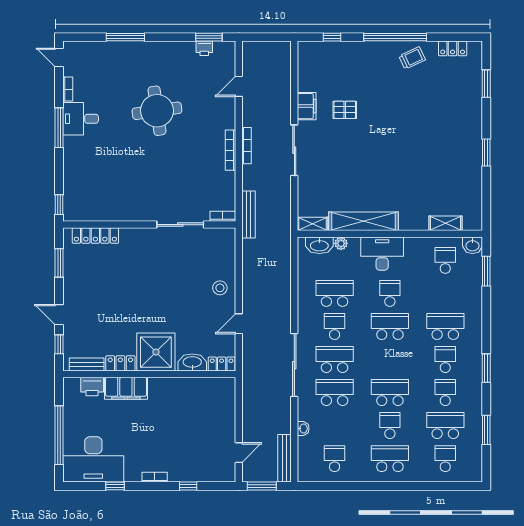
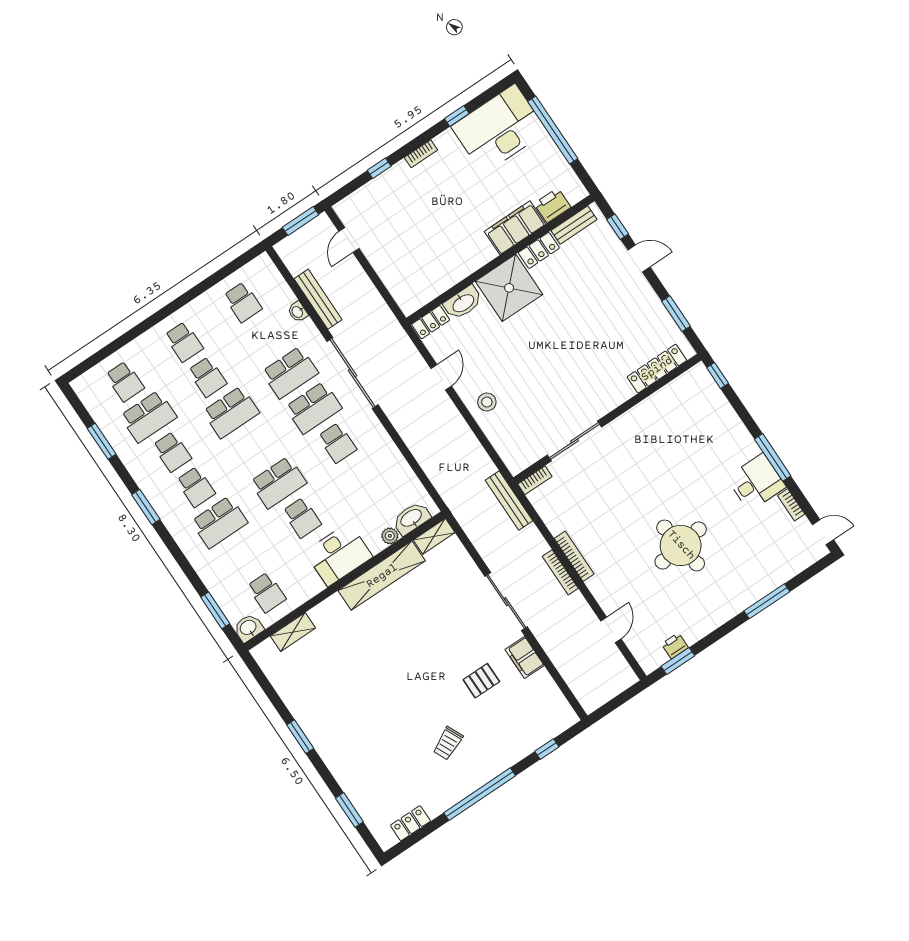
trolley: (412, 58) -> (448, 743), moved
school desk: (335, 293) -> (361, 478), removed
bench: (284, 458) -> (318, 299), moved
school desk: (390, 459) -> (184, 342), width x0.54

